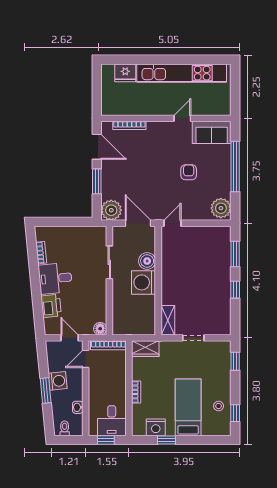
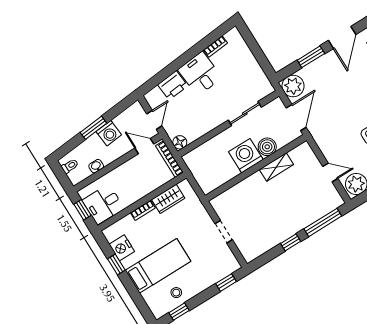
door: (173, 223) -> (330, 172), moved
window: (235, 254) -> (323, 222), width x1.44
shelving: (168, 320) -> (276, 167), moved
wardrobe: (145, 349) -> (168, 199), moved, turned -90

